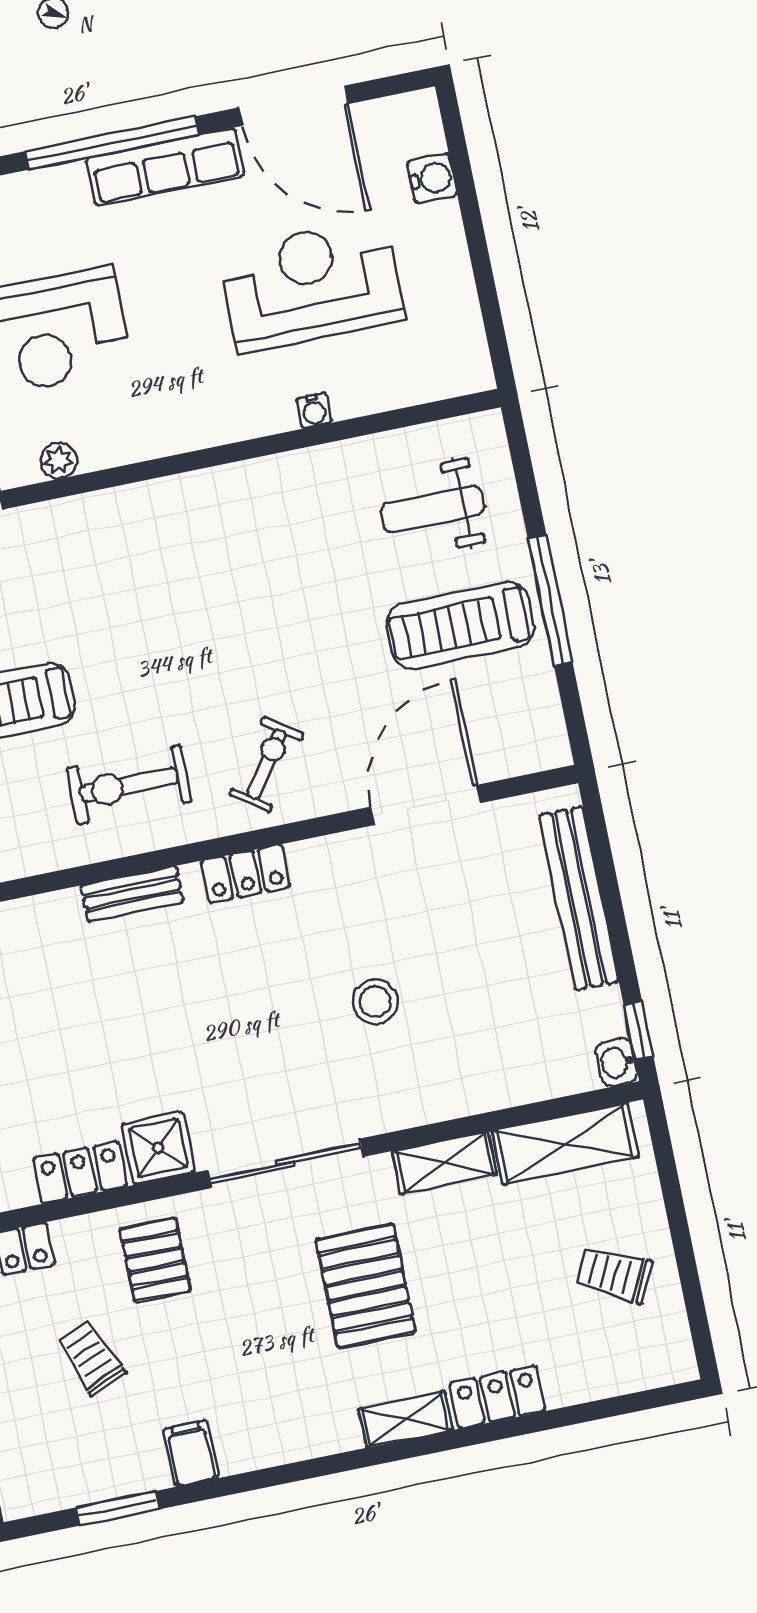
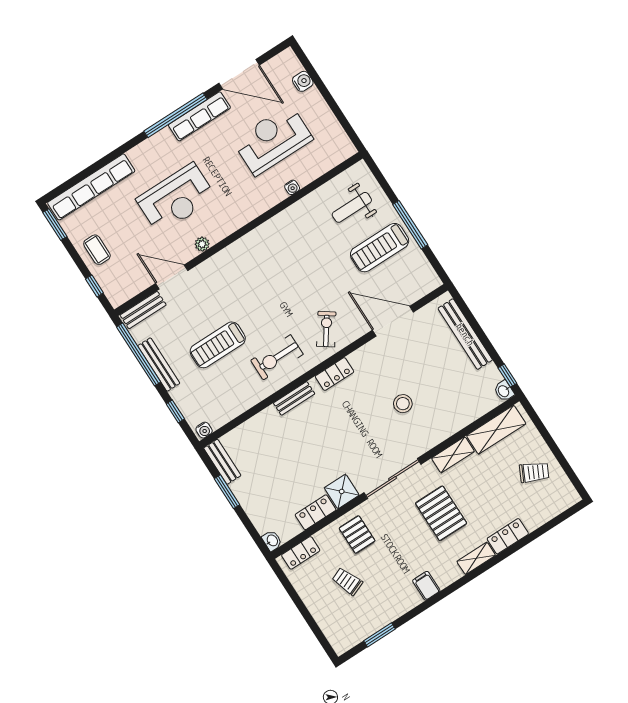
door: (426, 805) -> (393, 321), hinge flipped
trolley: (614, 1274) -> (534, 472), turned 180
filing cabinet: (191, 1453) -> (426, 586), moved

